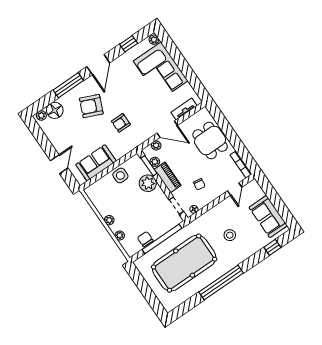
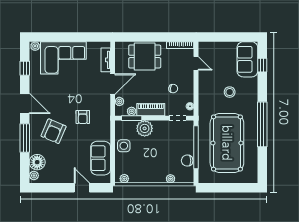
sofa: (268, 217) -> (247, 59), moved, turned 90
plant: (109, 220) -> (124, 179), moved

